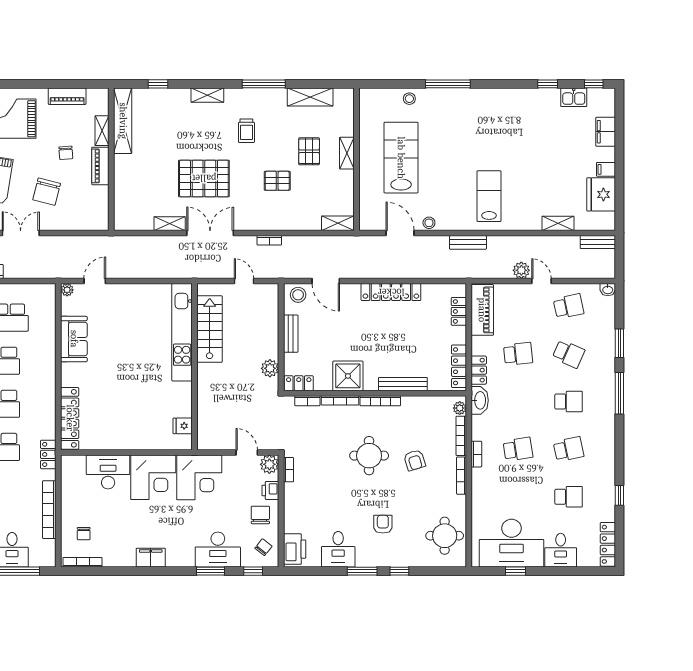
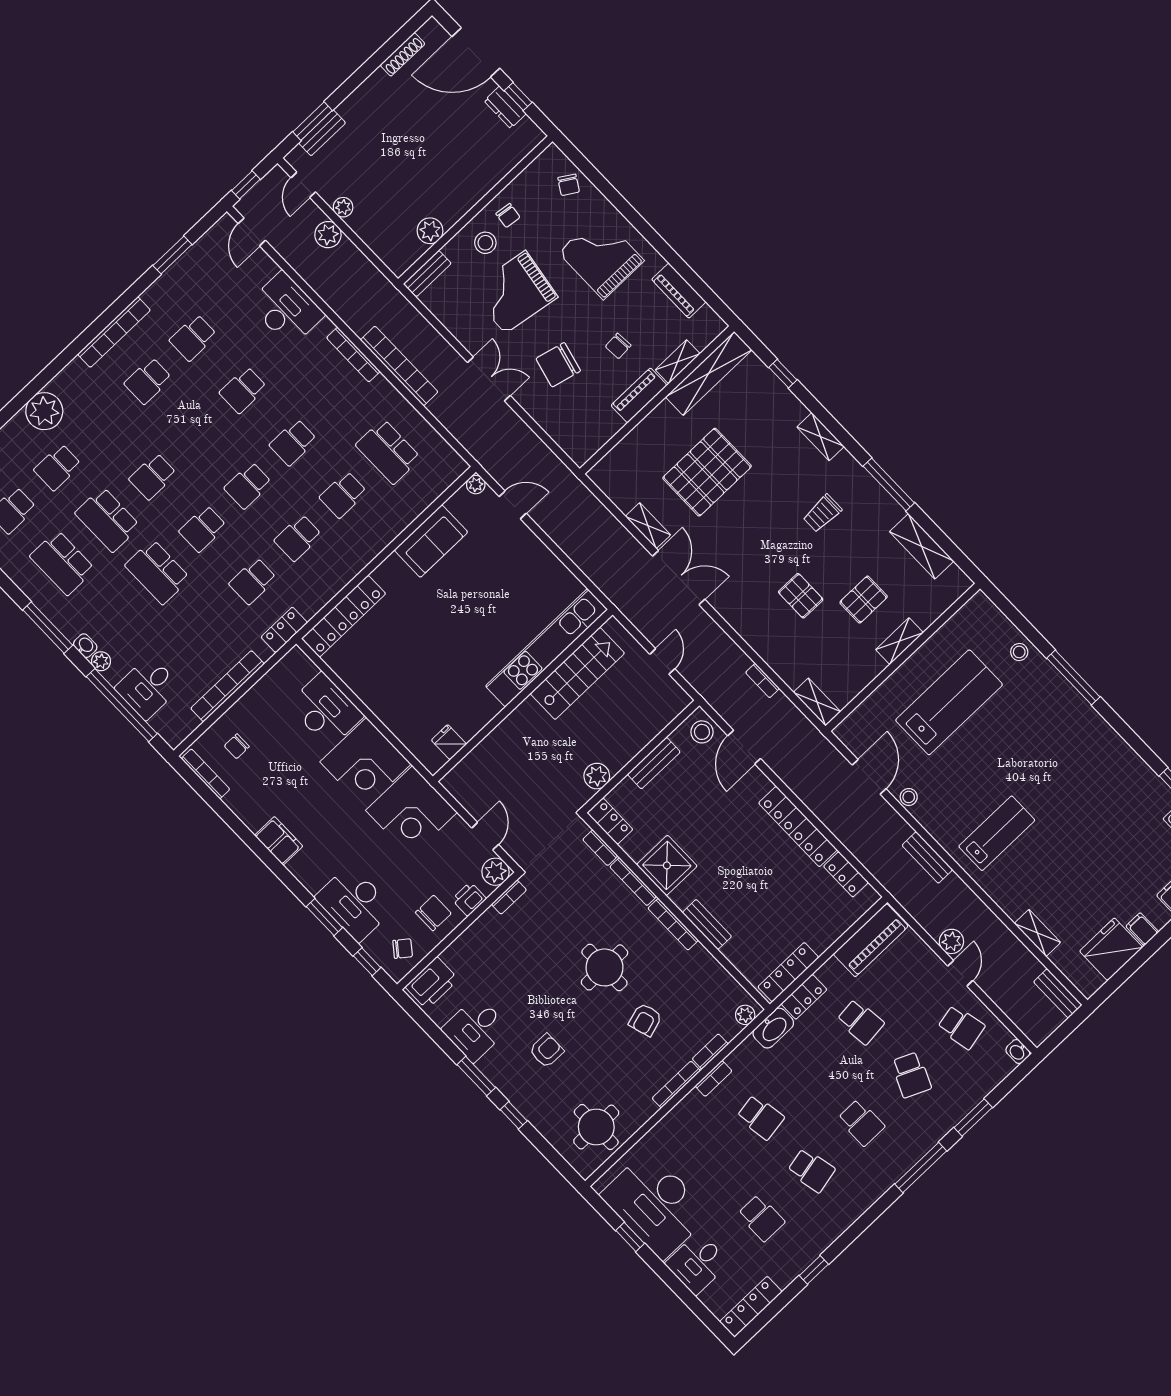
pallet: (204, 178) -> (707, 472), moved, turned 90
bookcase: (269, 240) -> (762, 681), moved
locker: (459, 311) -> (846, 874), moved, turned -90
bench: (403, 384) -> (707, 924), width x0.73
bookcase: (461, 436) -> (710, 1051), width x0.64

